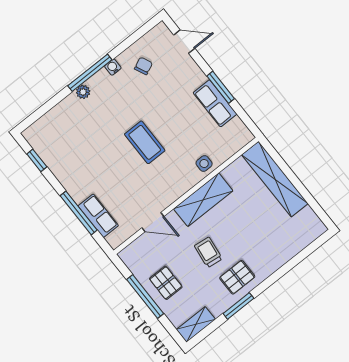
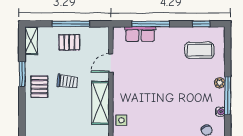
coffee table: (145, 142) -> (199, 50), moved

